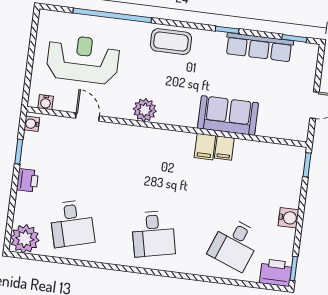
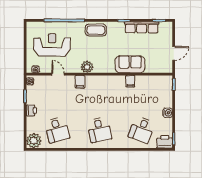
filing cabinet: (205, 147) -> (80, 82), moved

